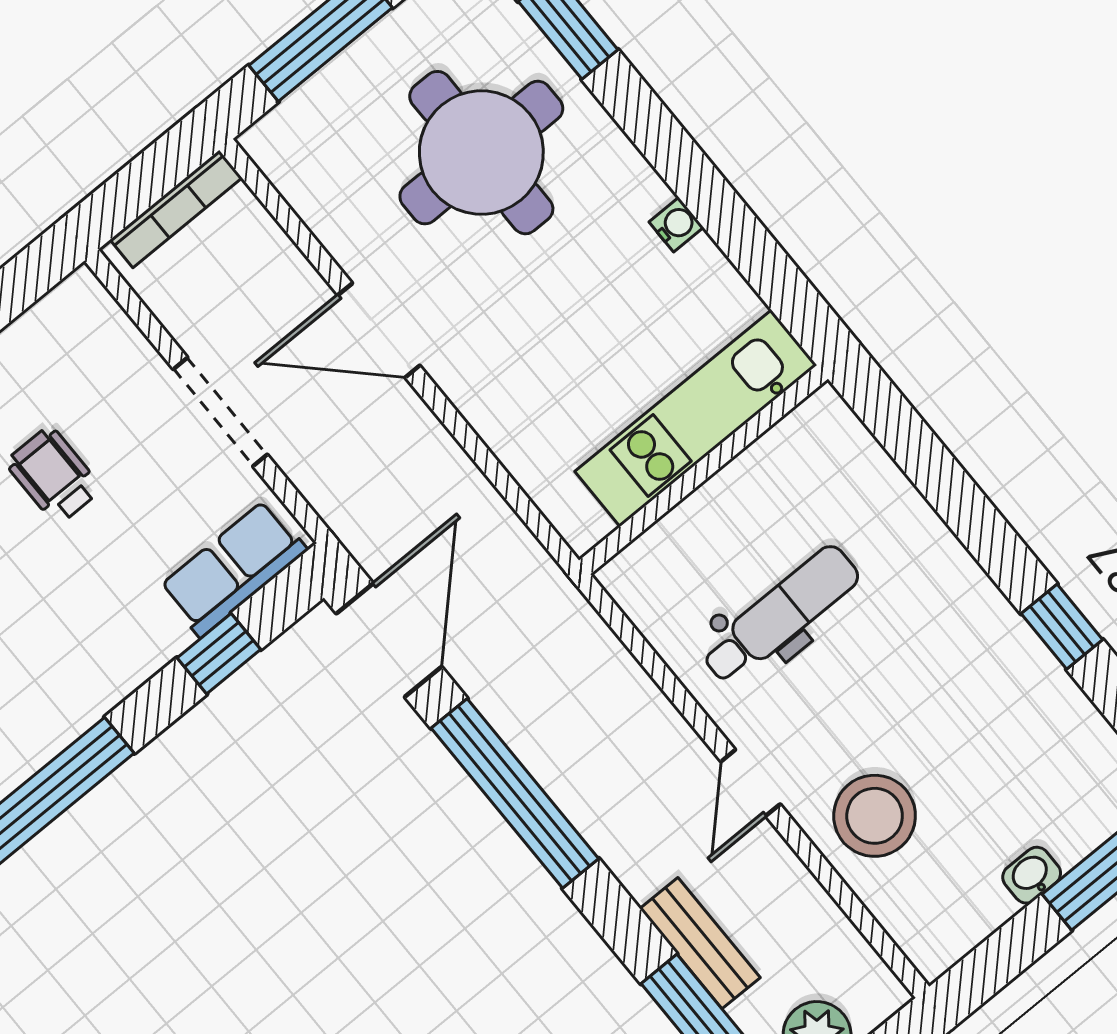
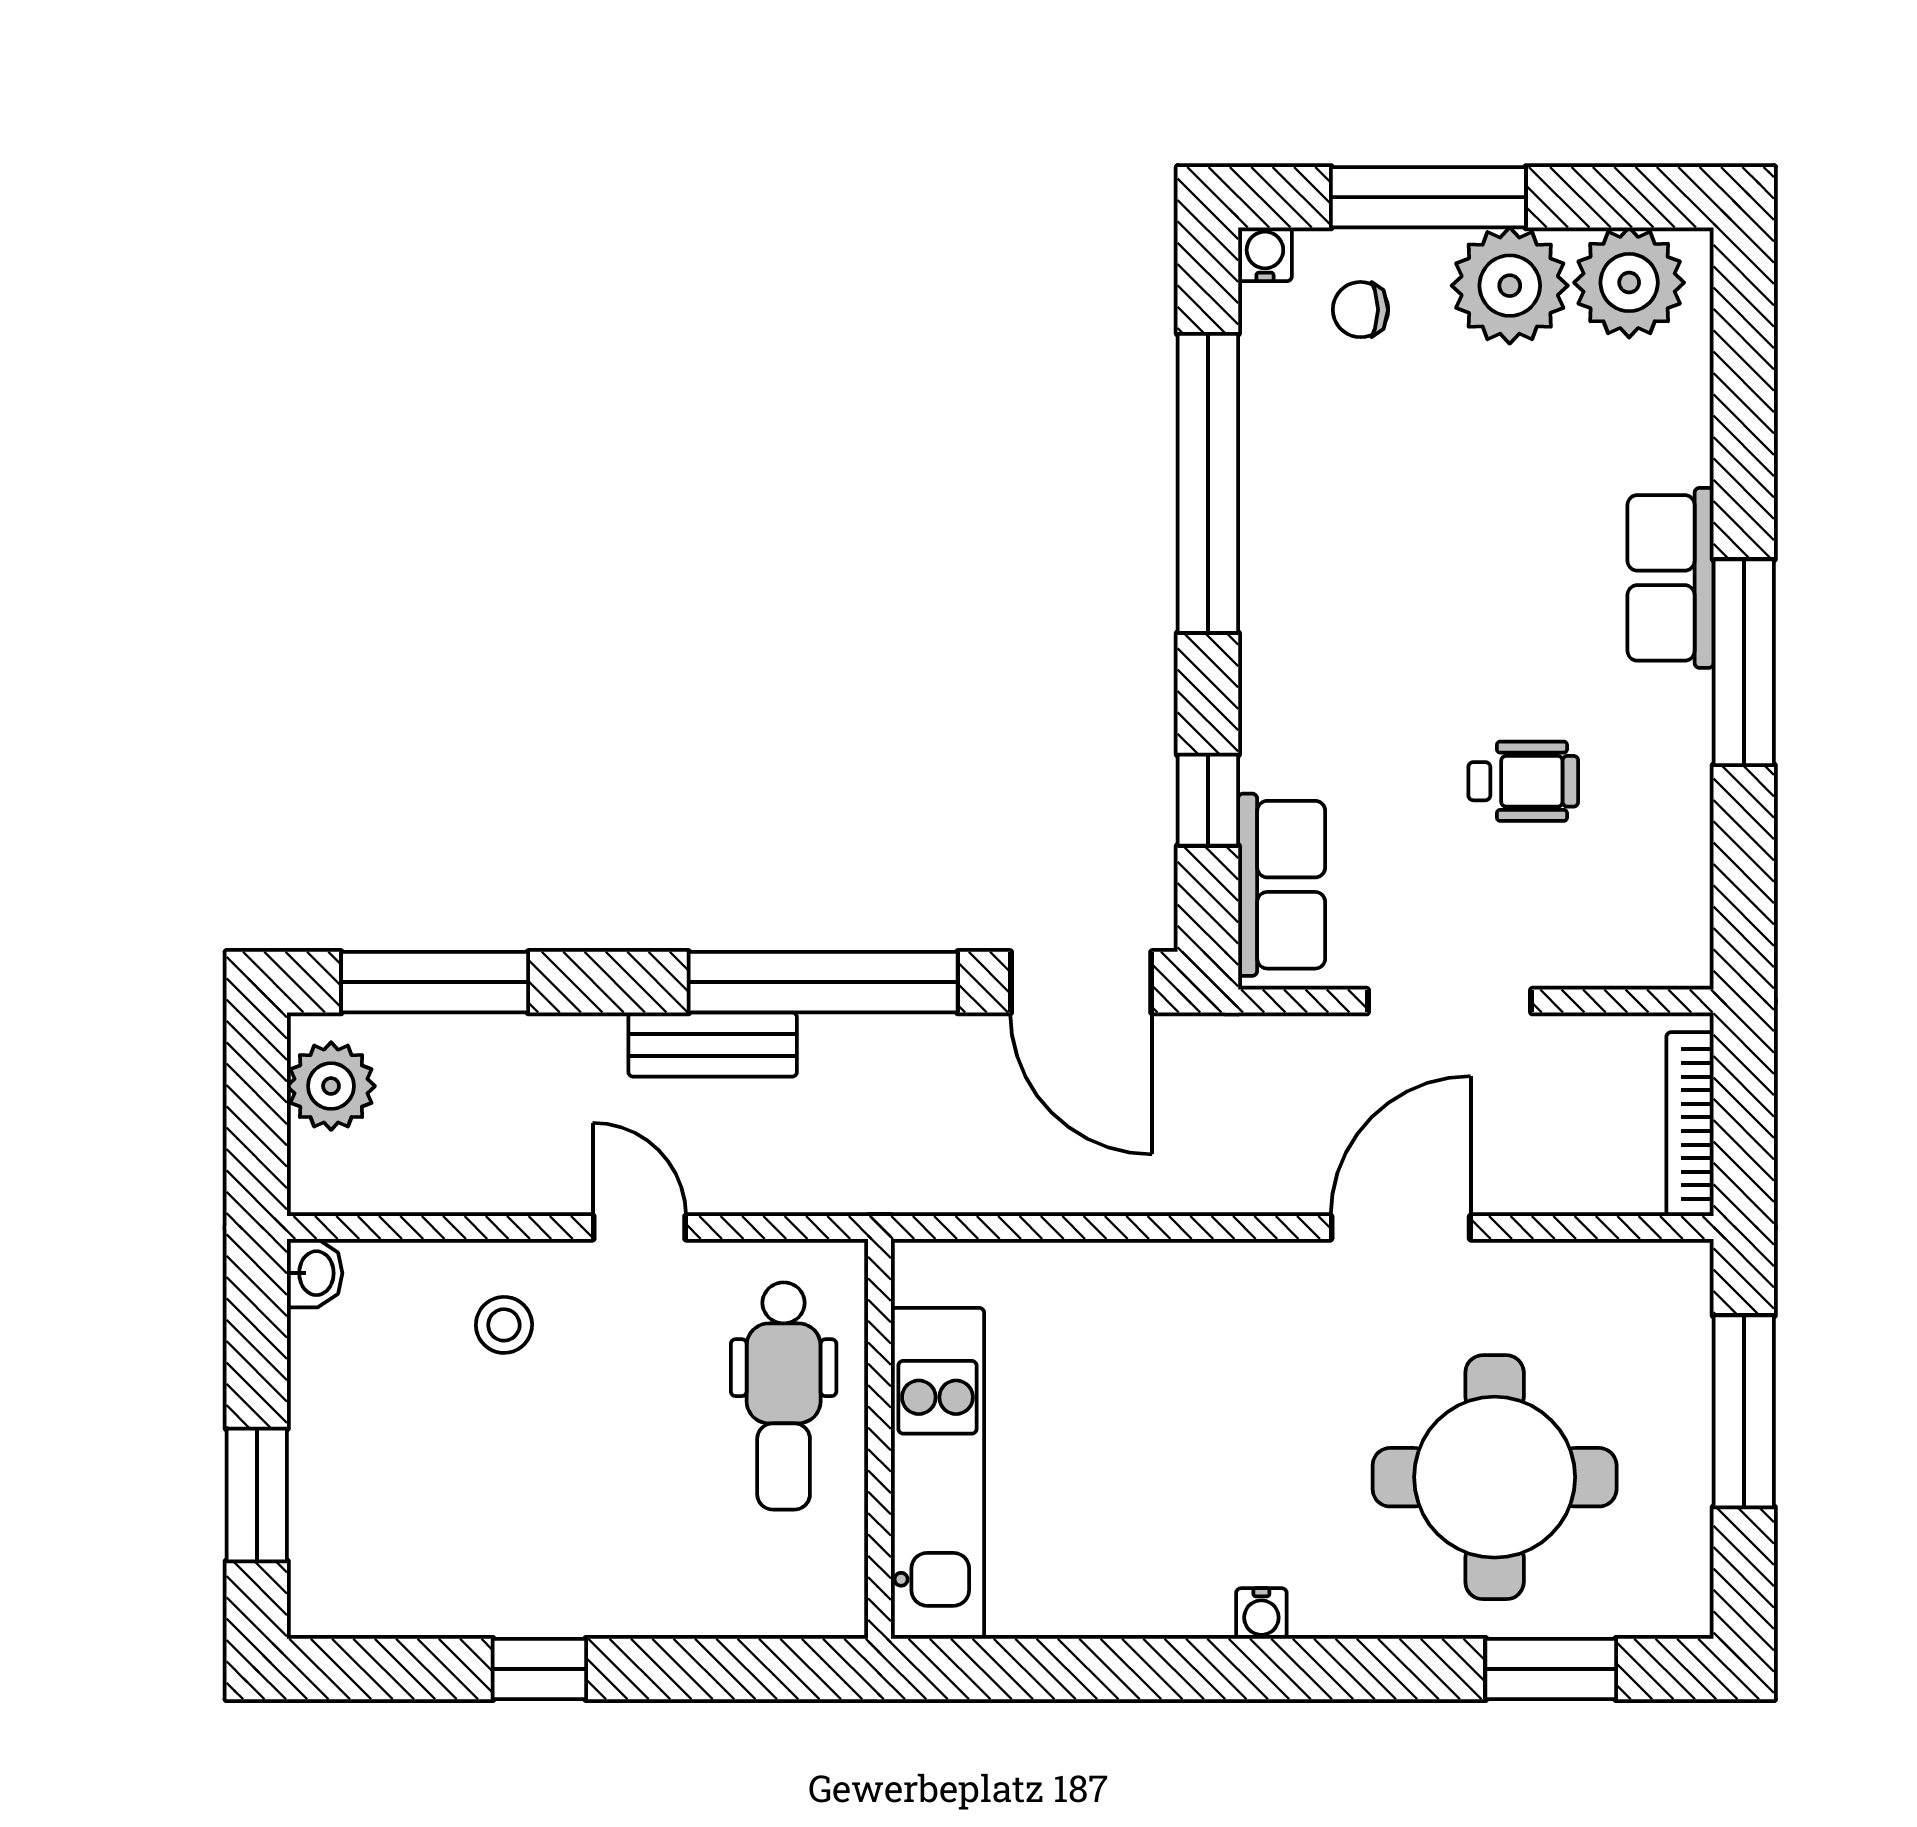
kitchen unit: (696, 418) -> (937, 1473), moved
wall: (704, 470) -> (879, 1439), moved
stool: (875, 816) -> (504, 1325), width x0.53, depth x0.53
washbasin: (1032, 875) -> (315, 1273), moved
bench: (700, 943) -> (713, 1045), moved

